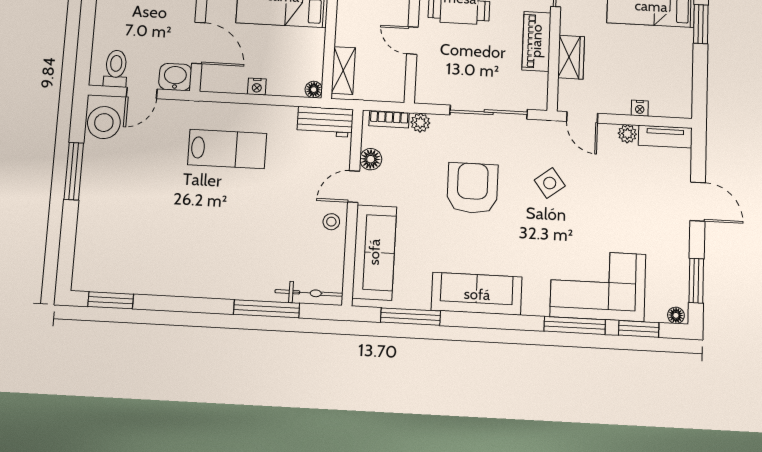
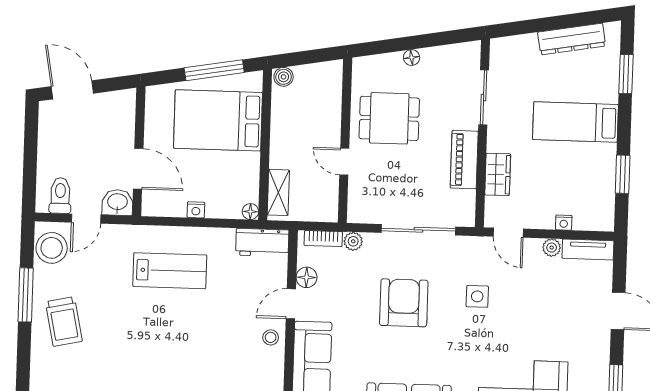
window: (701, 24) -> (623, 174), moved
side table: (550, 183) -> (477, 296), turned 37
trolley: (113, 200) -> (64, 321), added

